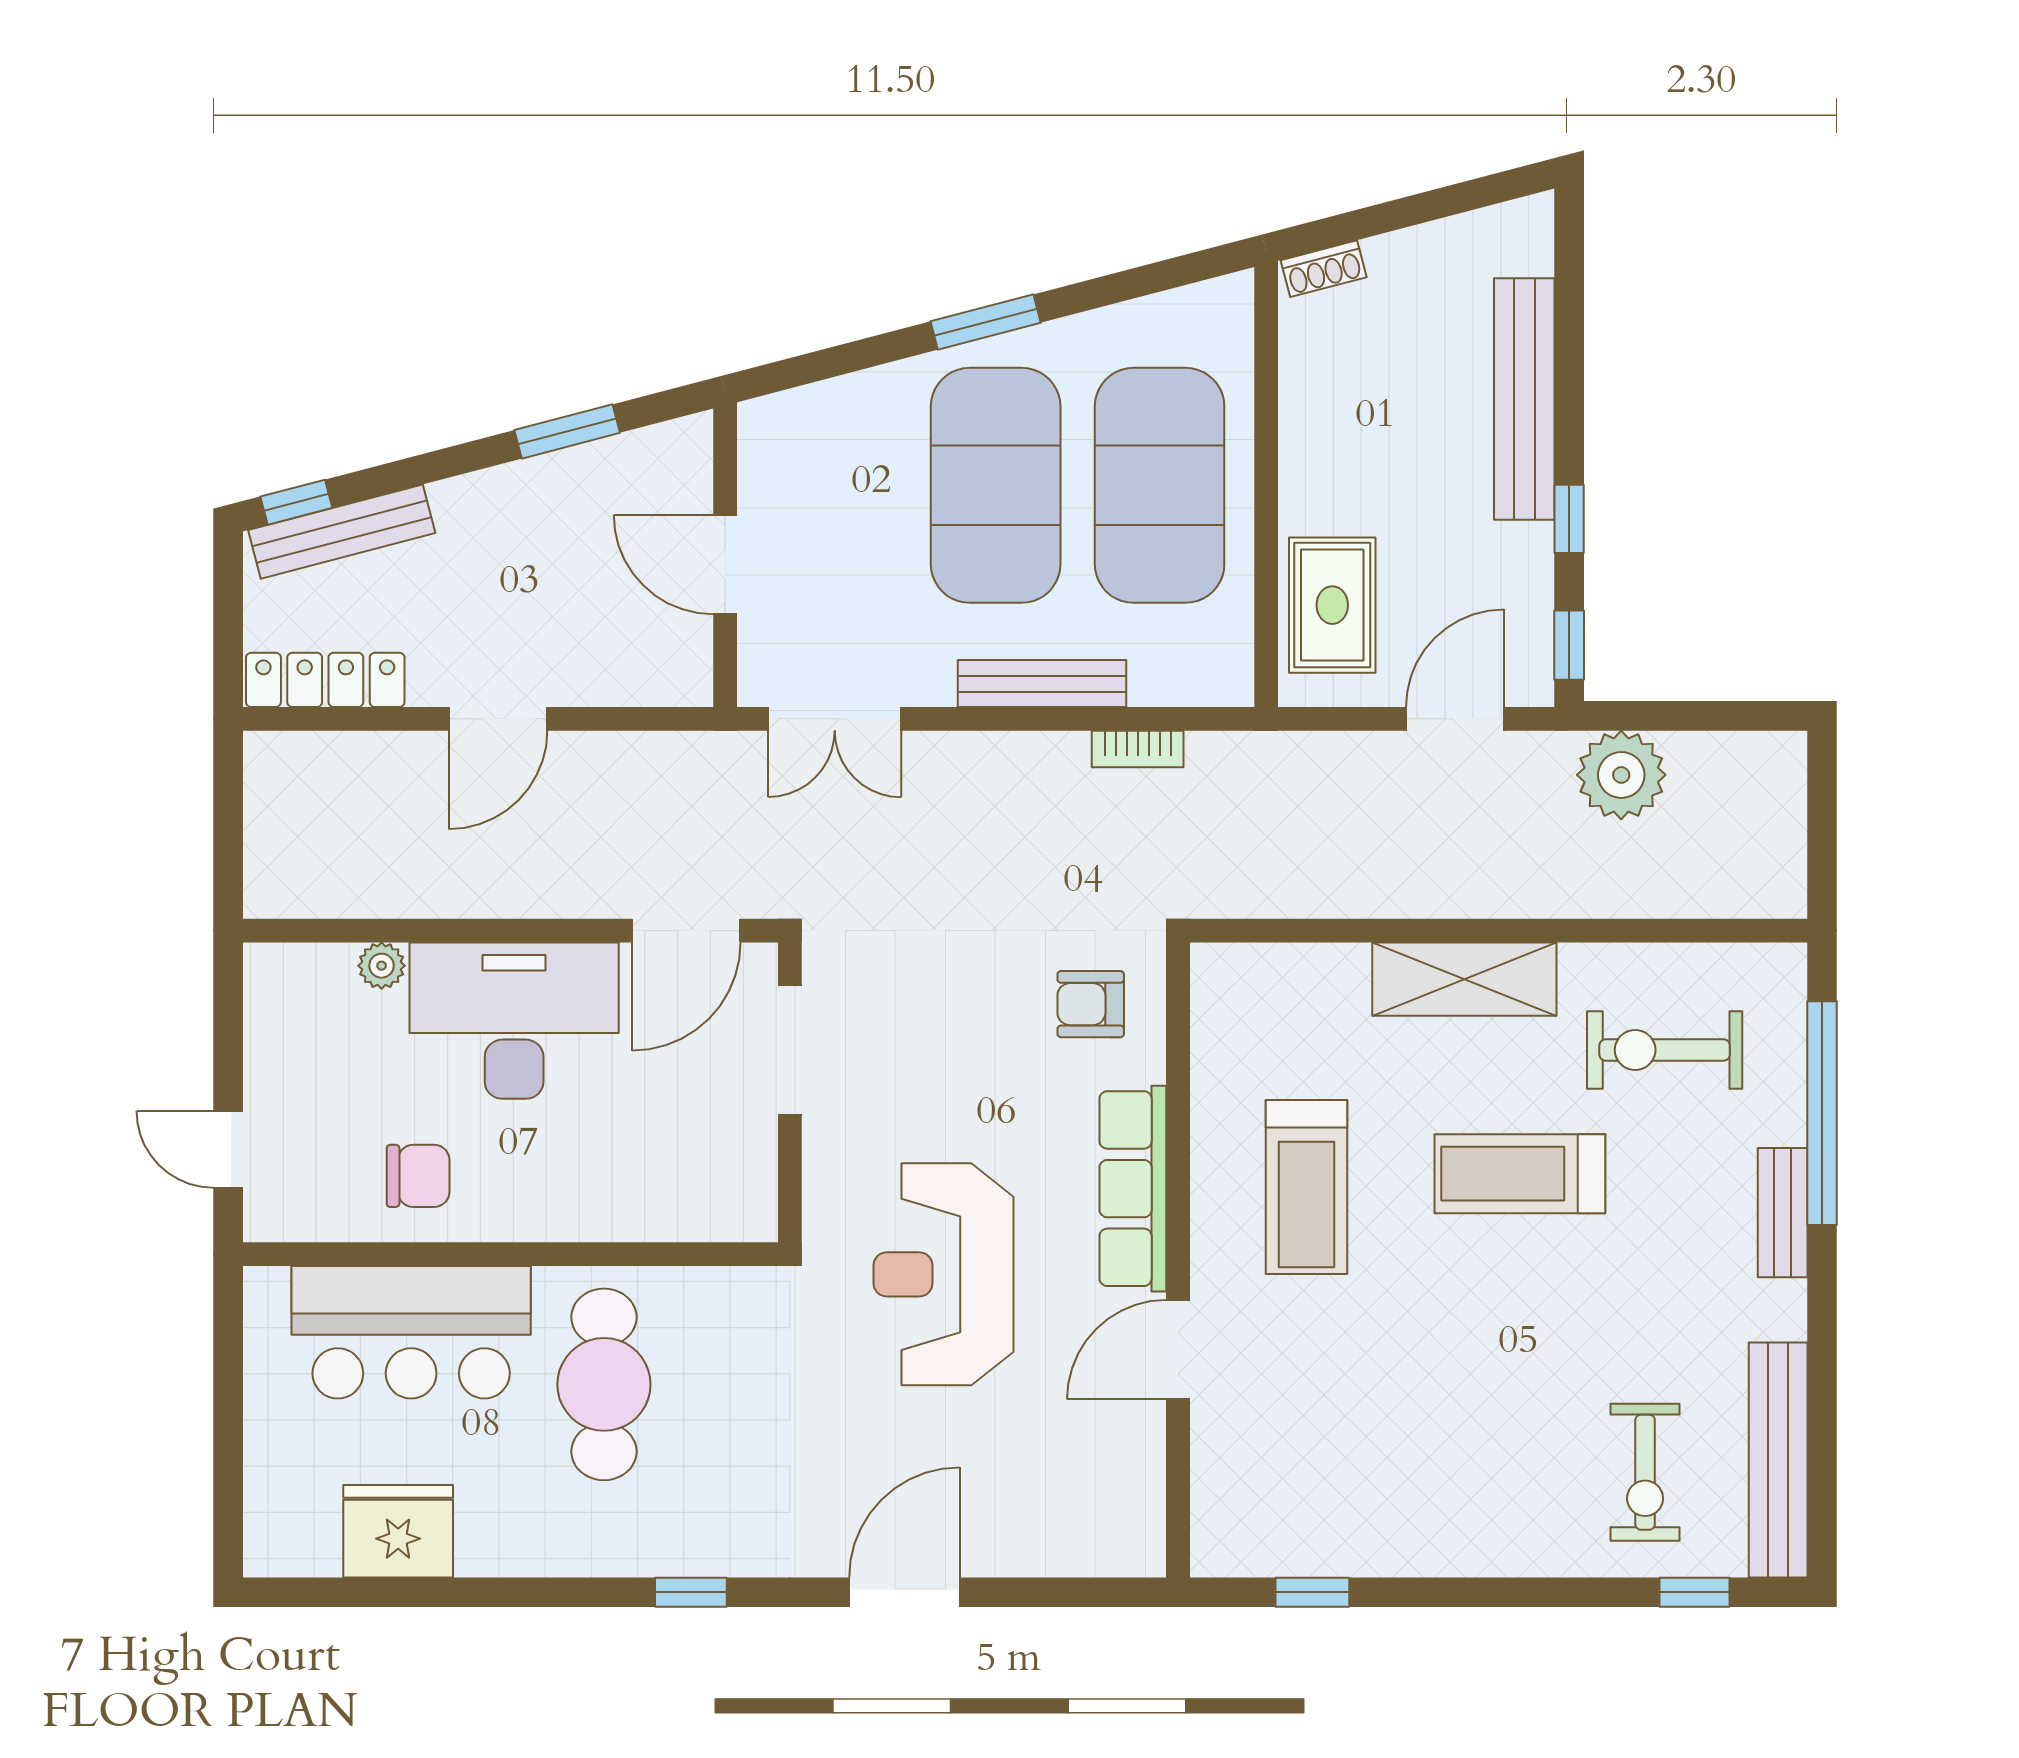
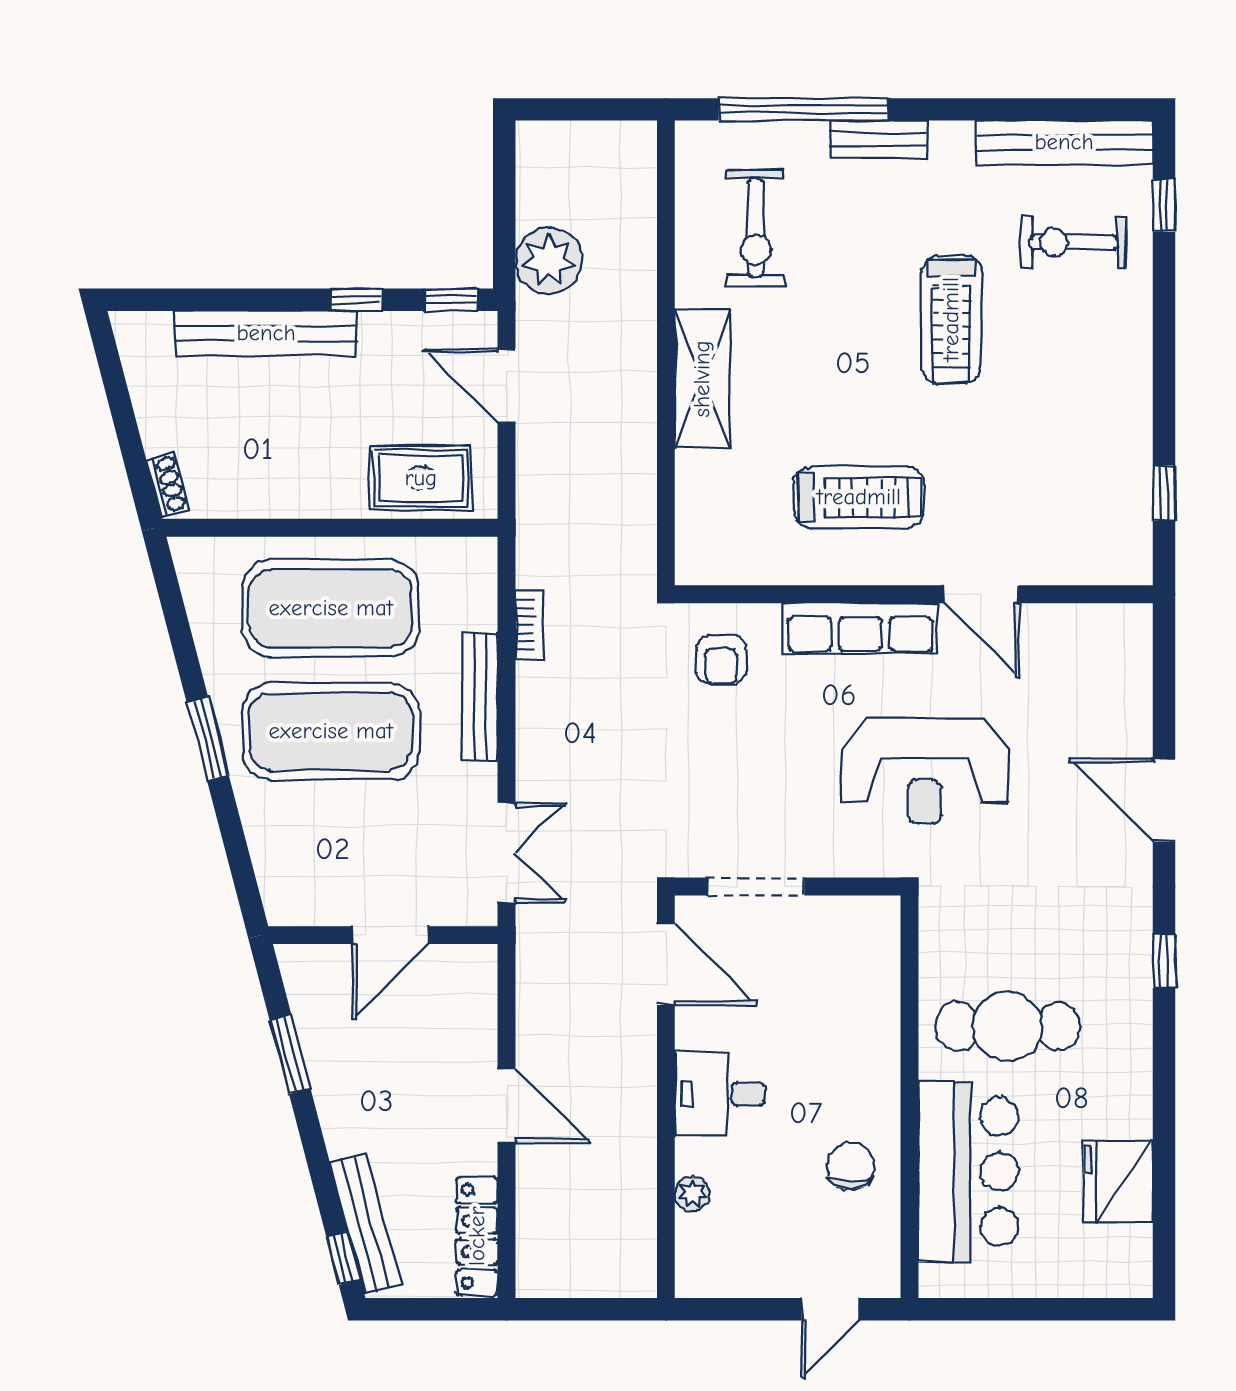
desk: (514, 1021) -> (720, 1094), width x0.53, depth x0.77
treadmill: (1520, 1174) -> (951, 319), moved
exercise bike: (1645, 1472) -> (1074, 243), turned 180

